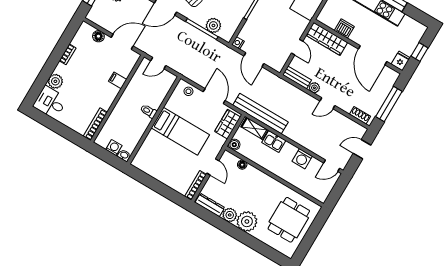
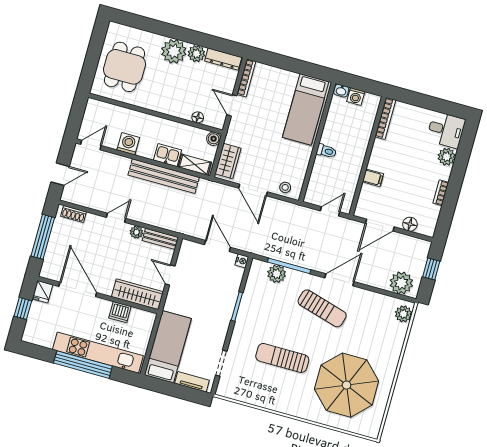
bench: (260, 114) -> (164, 176), moved
bed: (180, 131) -> (306, 109), moved, turned -90

